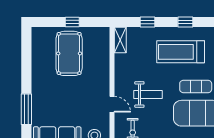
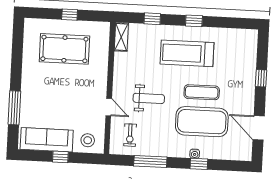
pool table: (69, 53) -> (64, 49), turned 90

